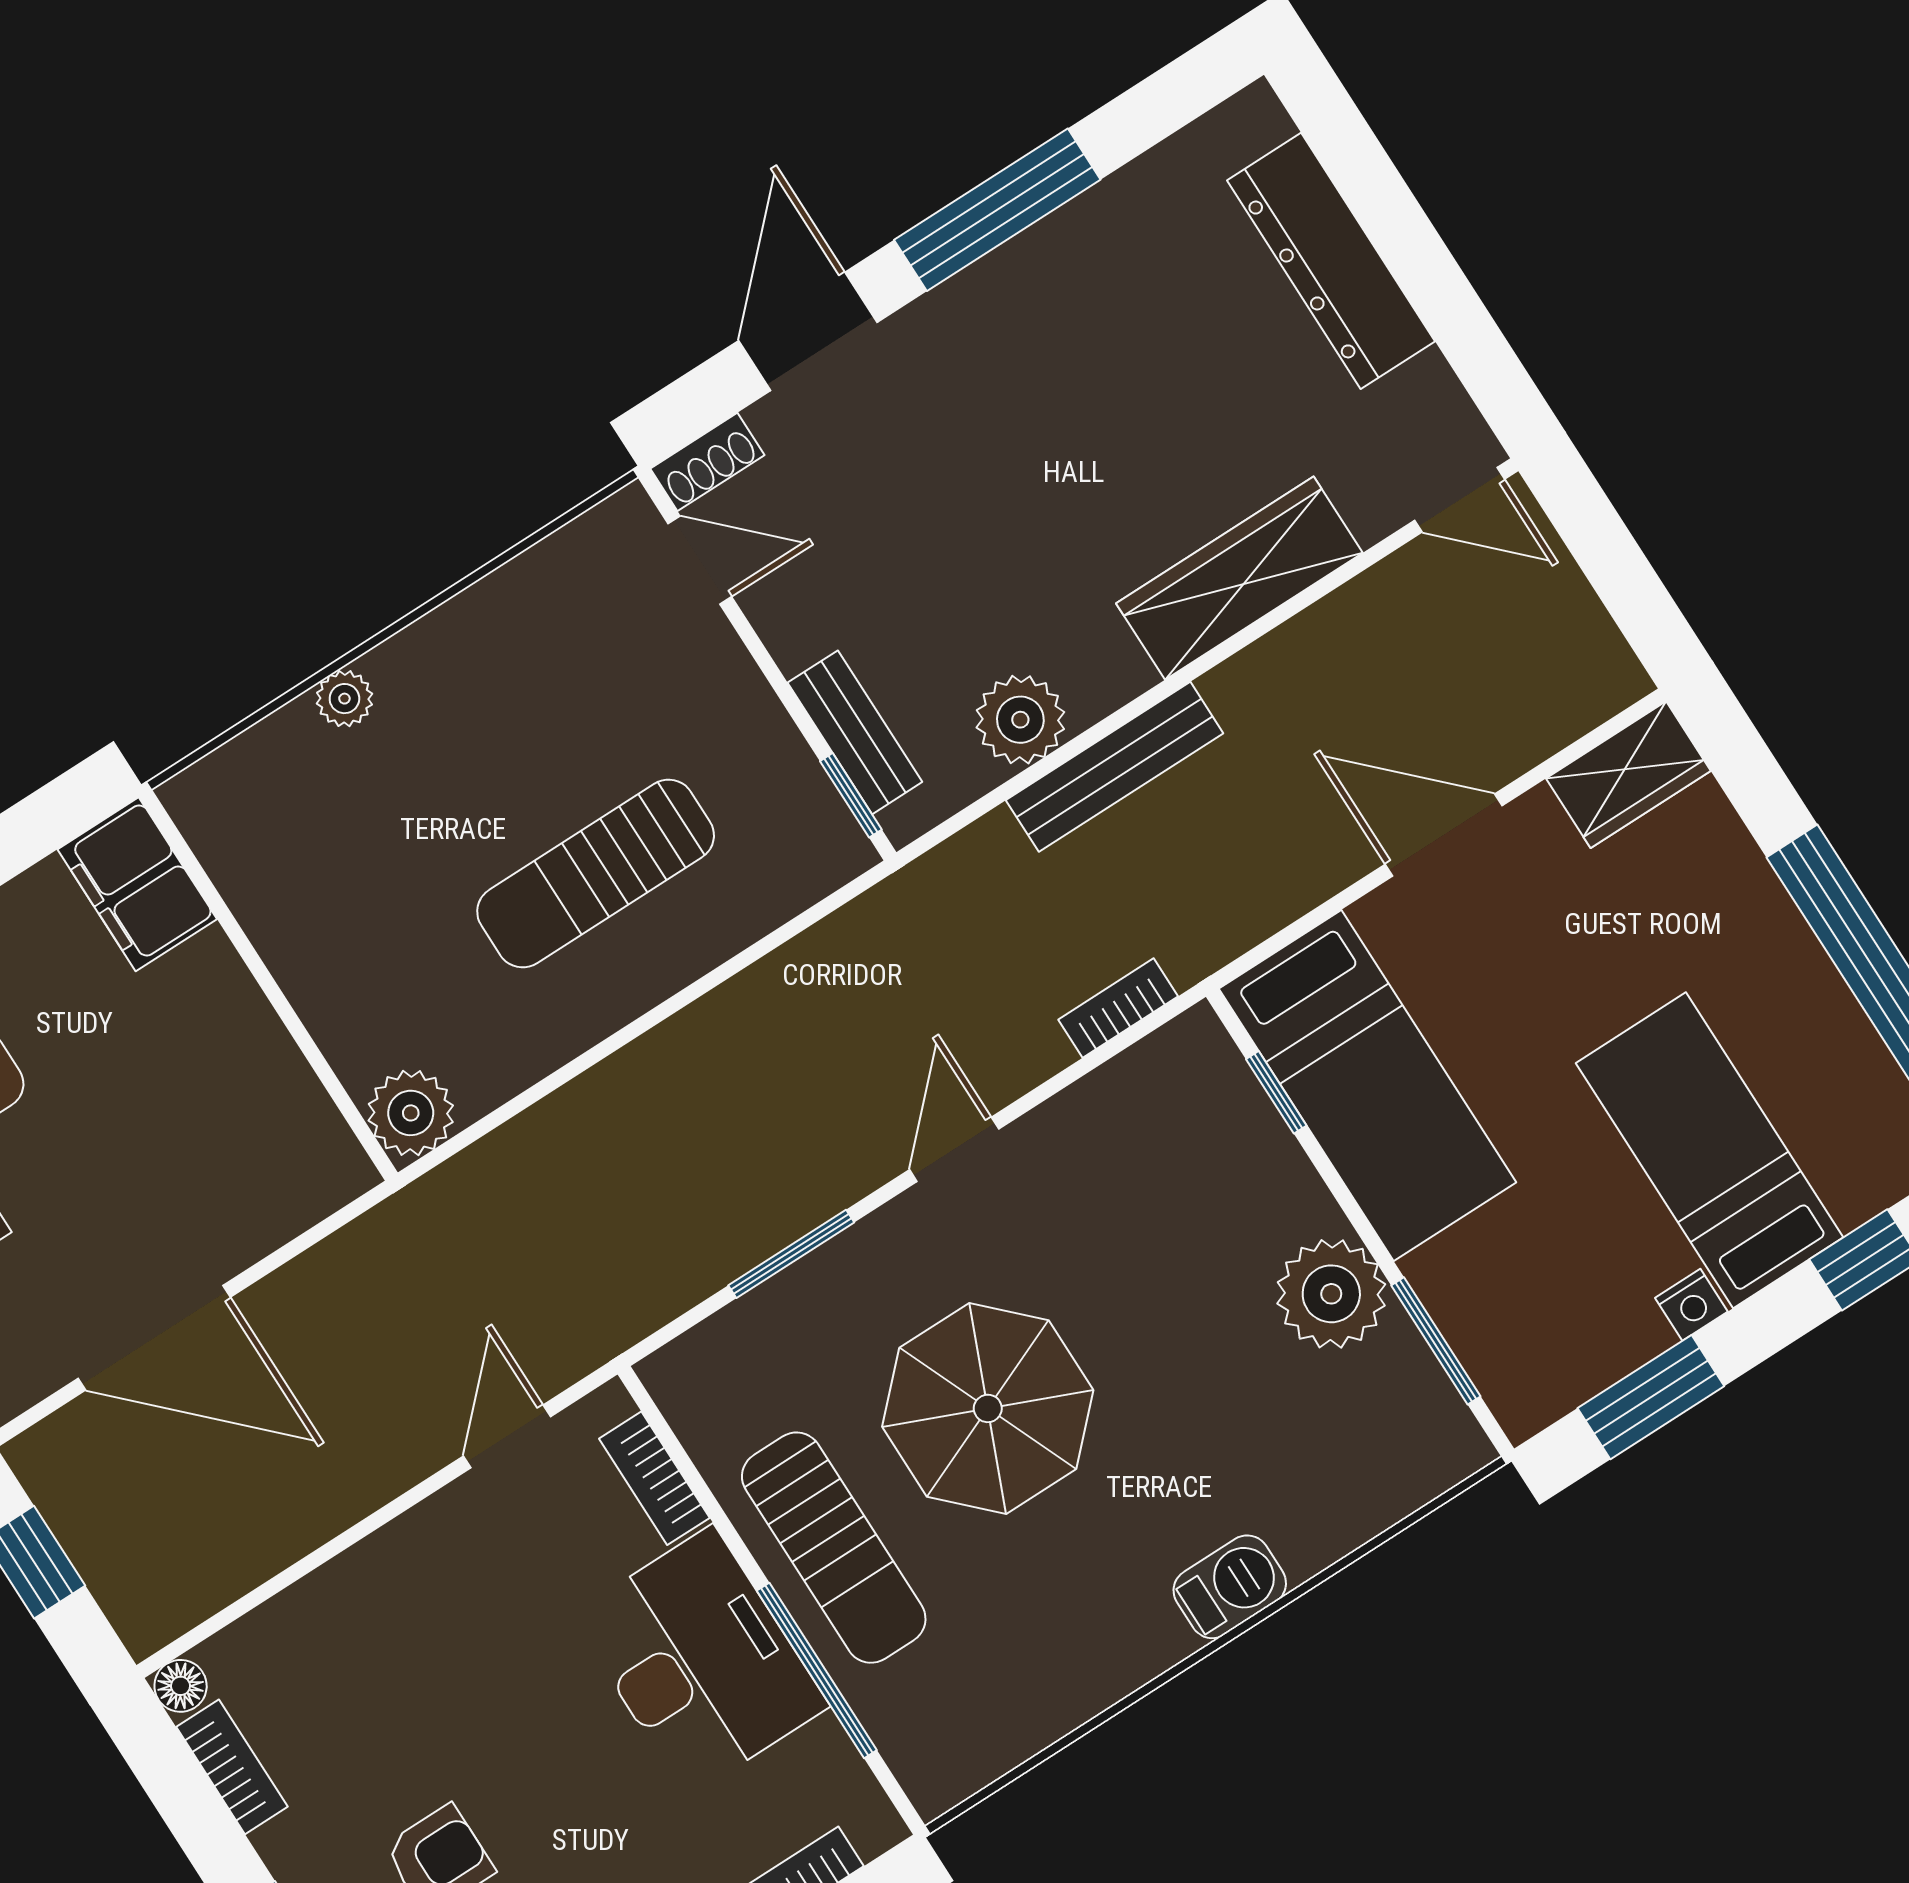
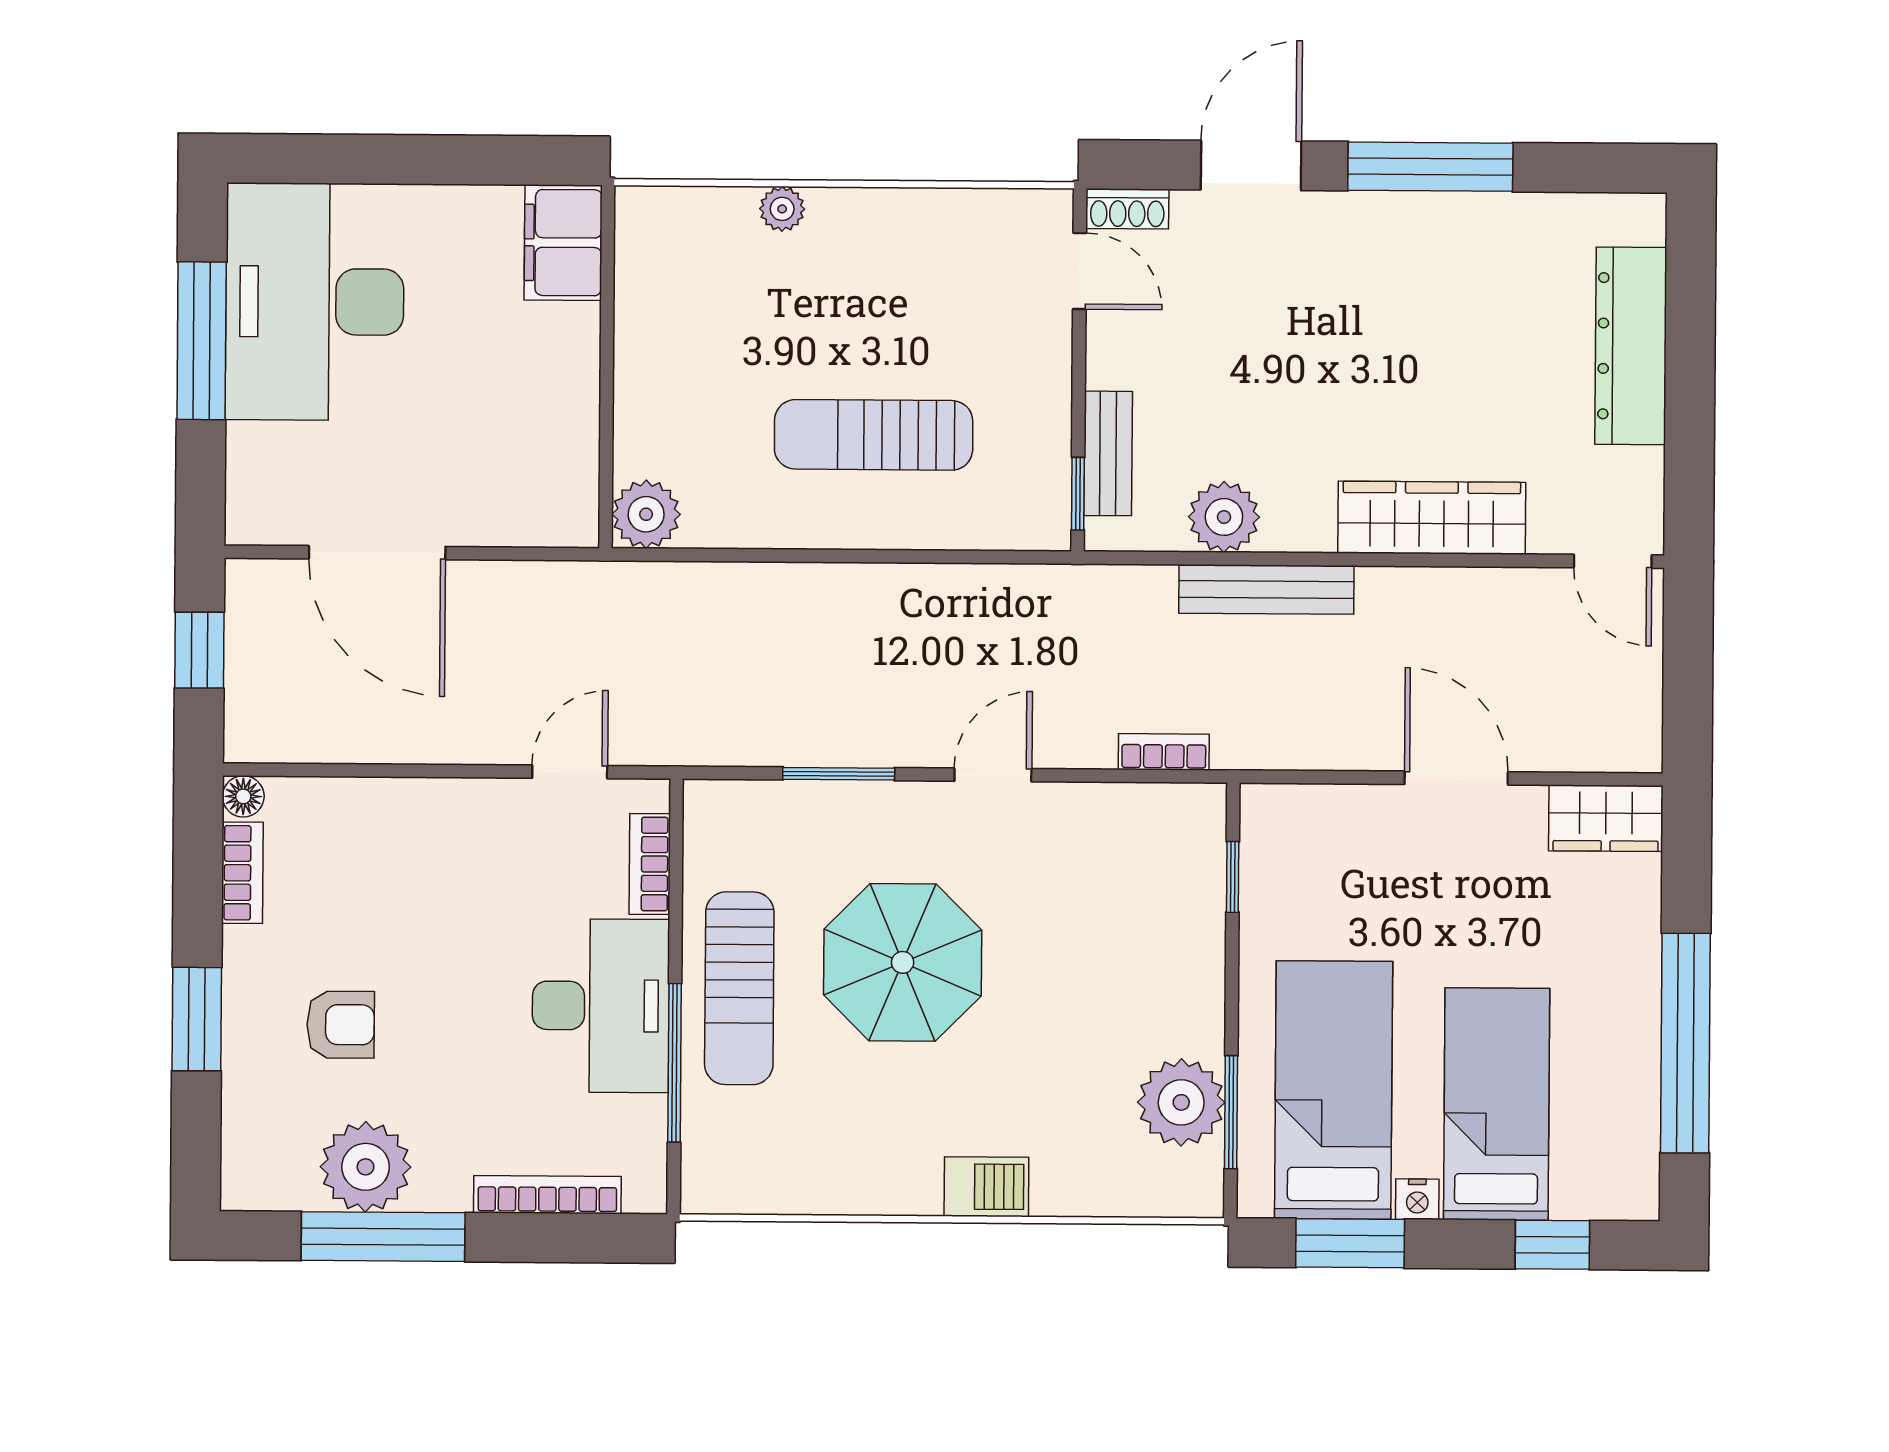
bed: (1367, 1085) -> (1334, 1090), moved, turned 180
plant: (1331, 1294) -> (1181, 1102), moved

